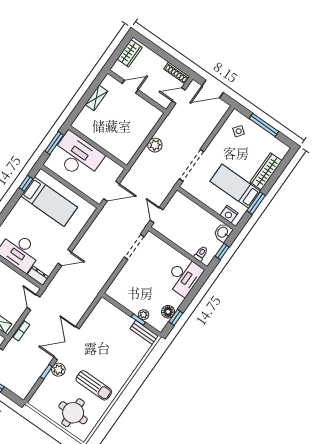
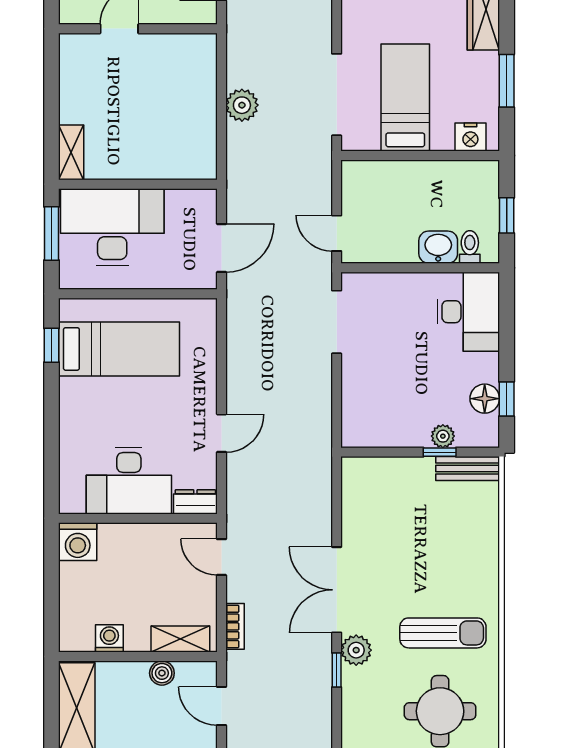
shelving: (96, 98) -> (71, 152), moved
bed: (235, 186) -> (405, 97), moved, turned 90
washbasin: (223, 232) -> (438, 247), moved, turned 90

